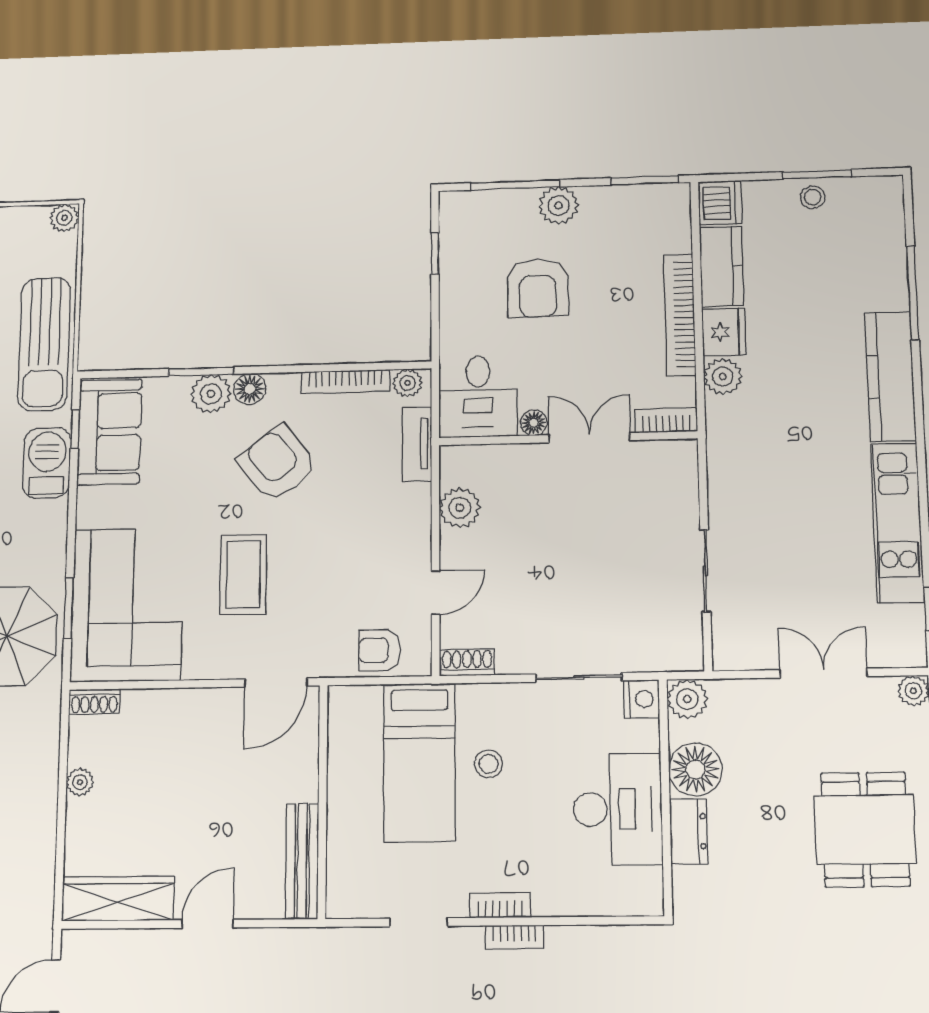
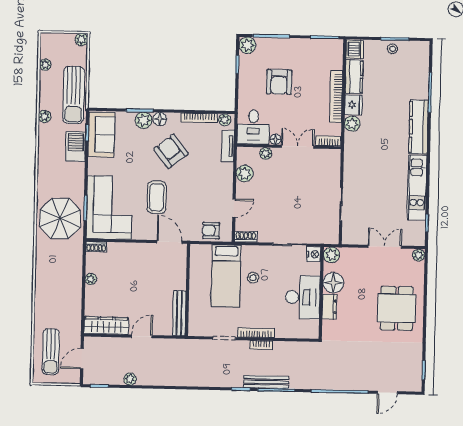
plant: (558, 205) -> (247, 45), moved
plant: (511, 457) -> (266, 153), added
door: (276, 682) -> (169, 242), swing flipped
bookcase: (500, 905) -> (256, 333), width x1.56

